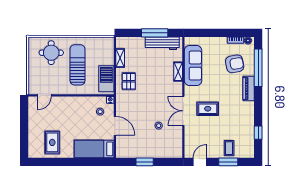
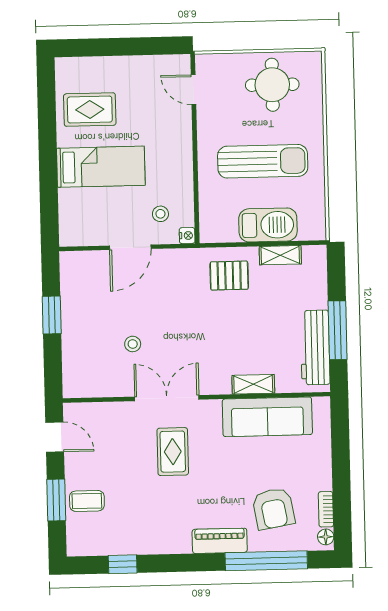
round table: (51, 53) -> (272, 85), moved
barbecue: (106, 79) -> (268, 225), moved
bed: (94, 149) -> (101, 167), moved, turned 90

